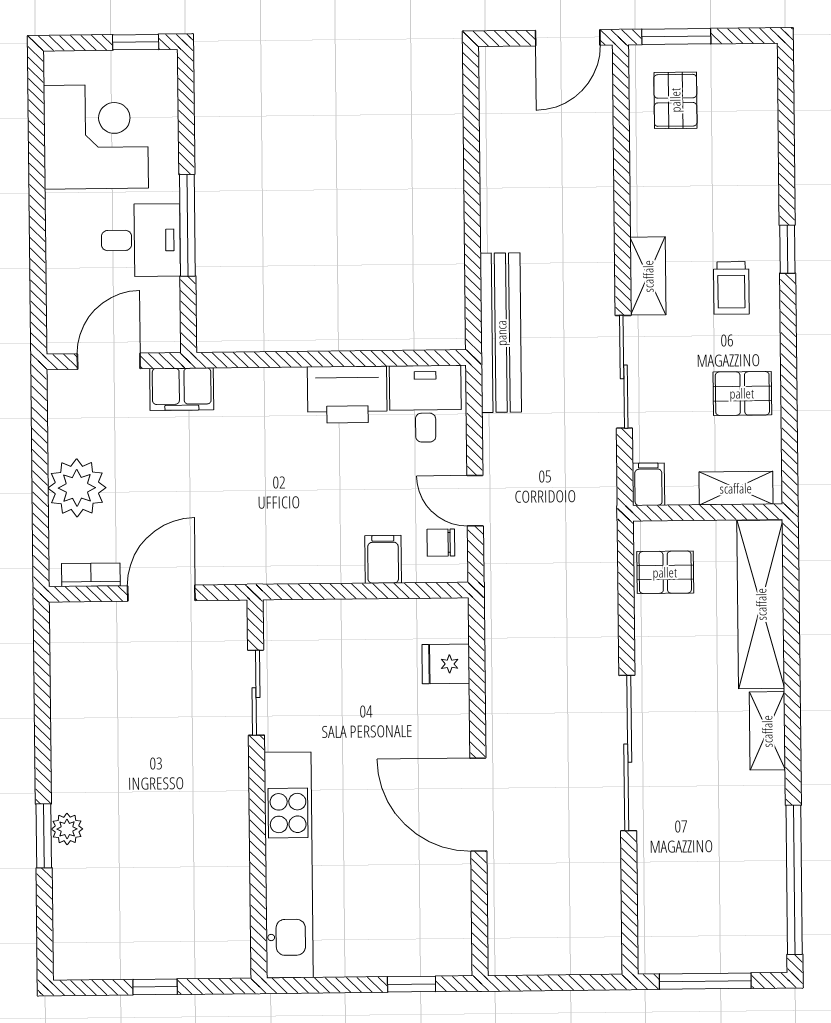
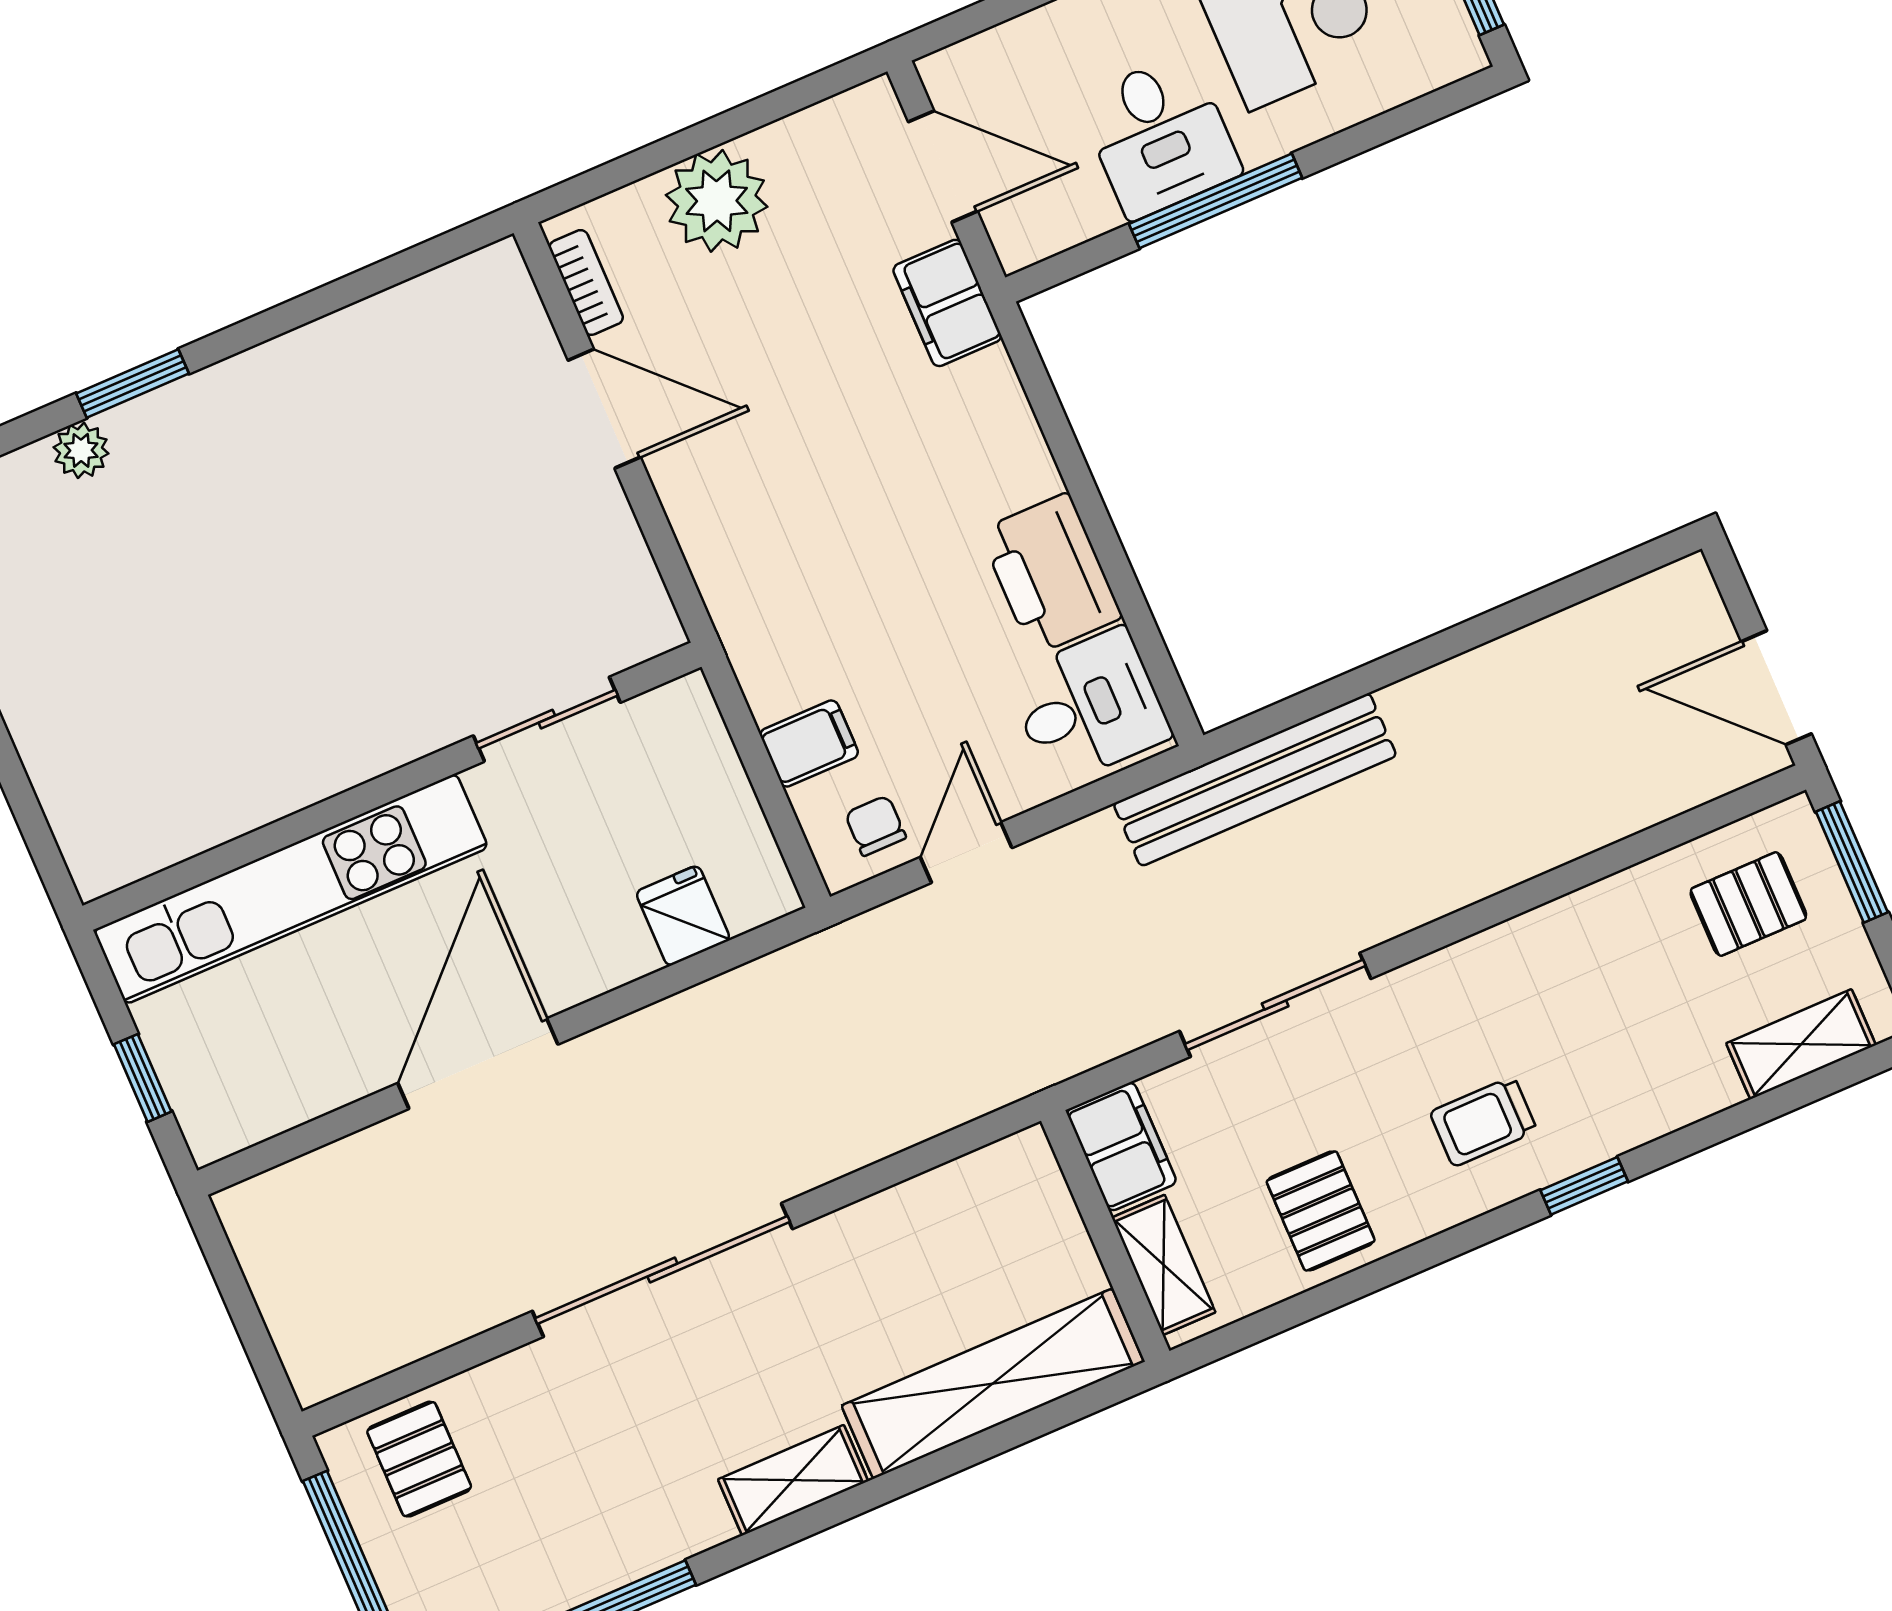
shelving: (648, 276) -> (1801, 1044), moved
filing cabinet: (648, 484) -> (1121, 1147), width x2.00
pallet: (665, 572) -> (419, 1459), moved
sliding door: (256, 693) -> (547, 719), moved
wall: (257, 789) -> (392, 786), moved
plant: (67, 829) -> (81, 450), moved
kitchen unit: (289, 865) -> (291, 889), moved

